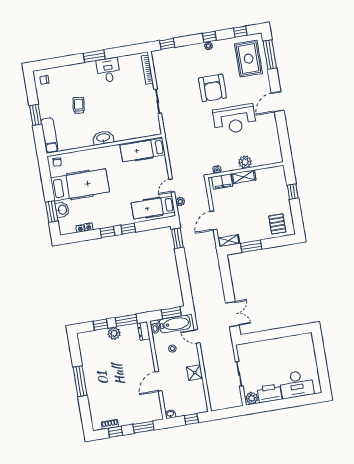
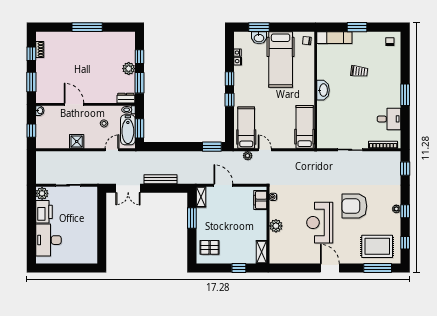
desk: (108, 70) -> (389, 119), moved
shelving: (244, 177) -> (262, 252), moved
bench: (218, 284) -> (161, 179), added

